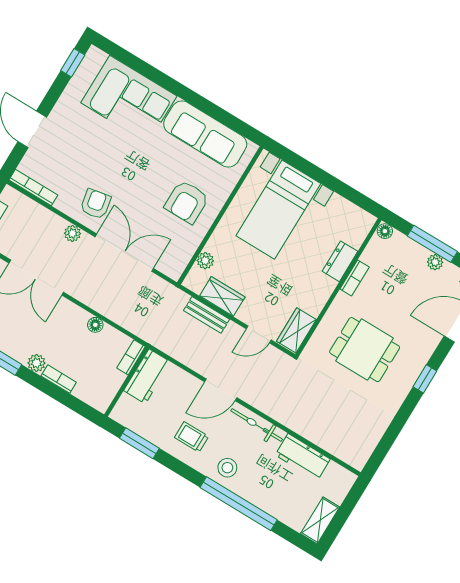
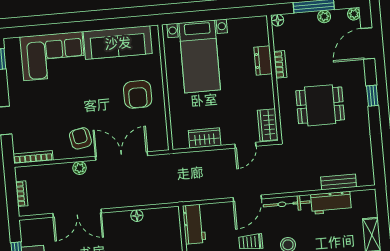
plant: (205, 261) -> (177, 123), removed
bench: (207, 315) -> (339, 182), moved
bookcase: (131, 357) -> (175, 220), removed

